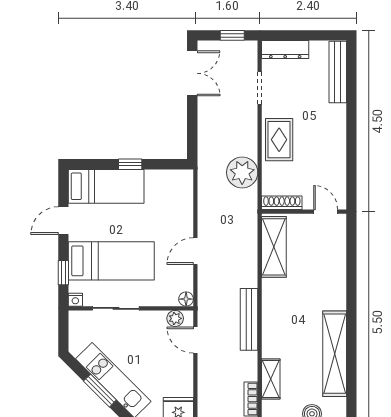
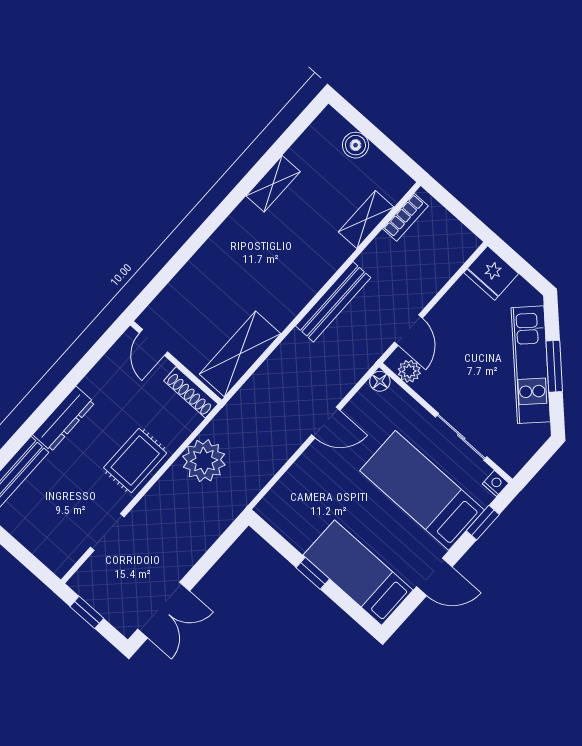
dresser: (285, 50) -> (64, 419), moved, turned 90
double door: (192, 73) -> (164, 610), swing flipped
shelving: (335, 354) -> (273, 184), width x0.45, depth x0.75

